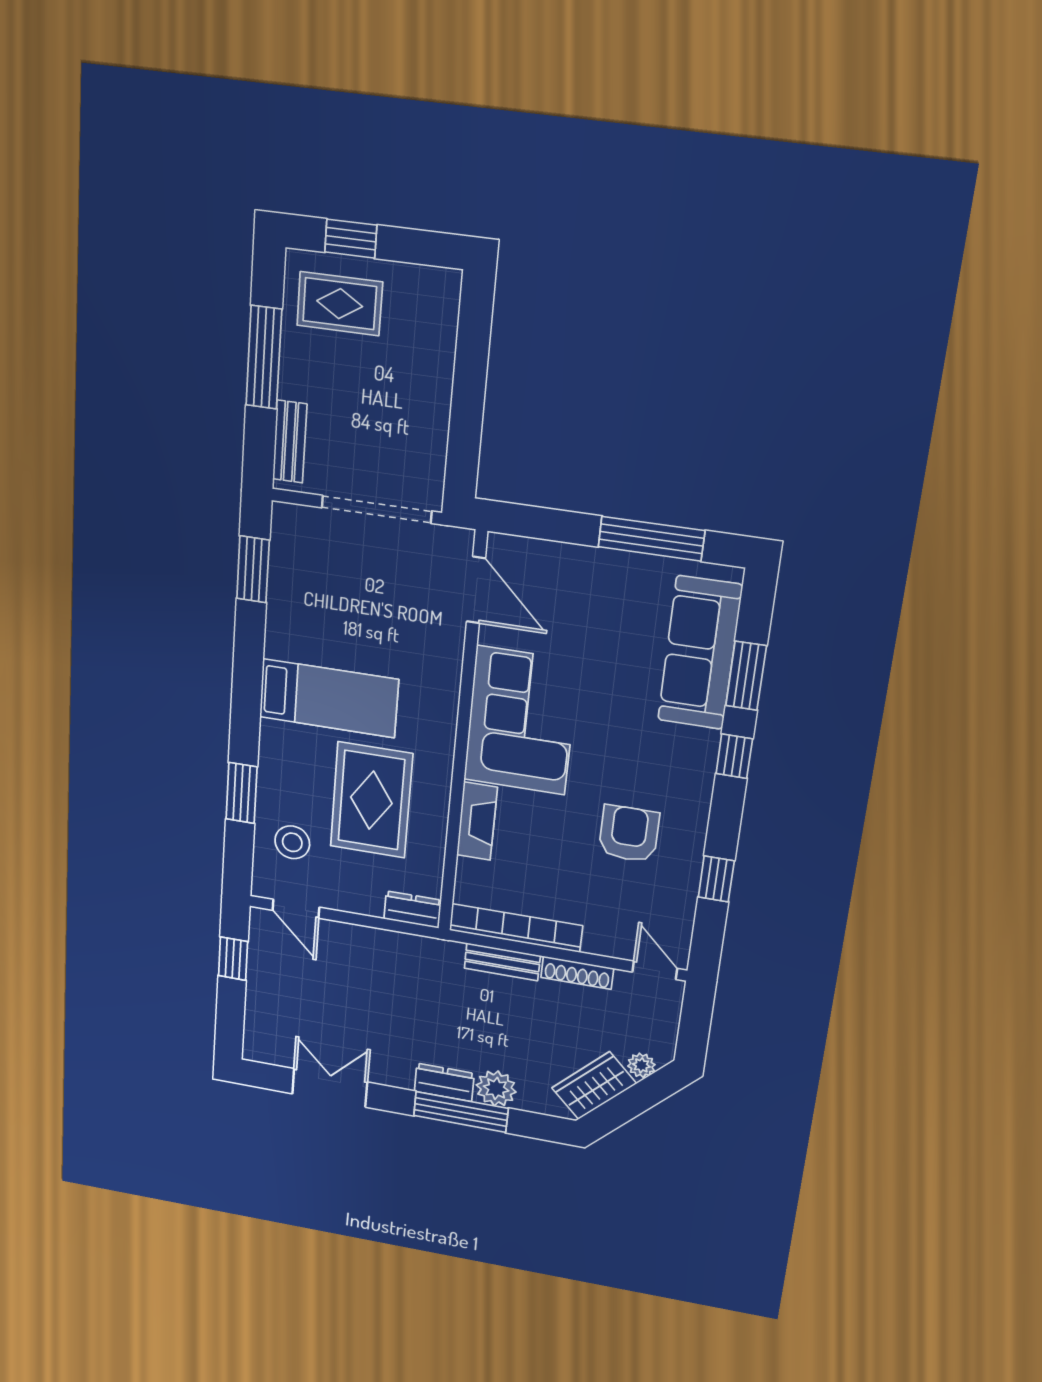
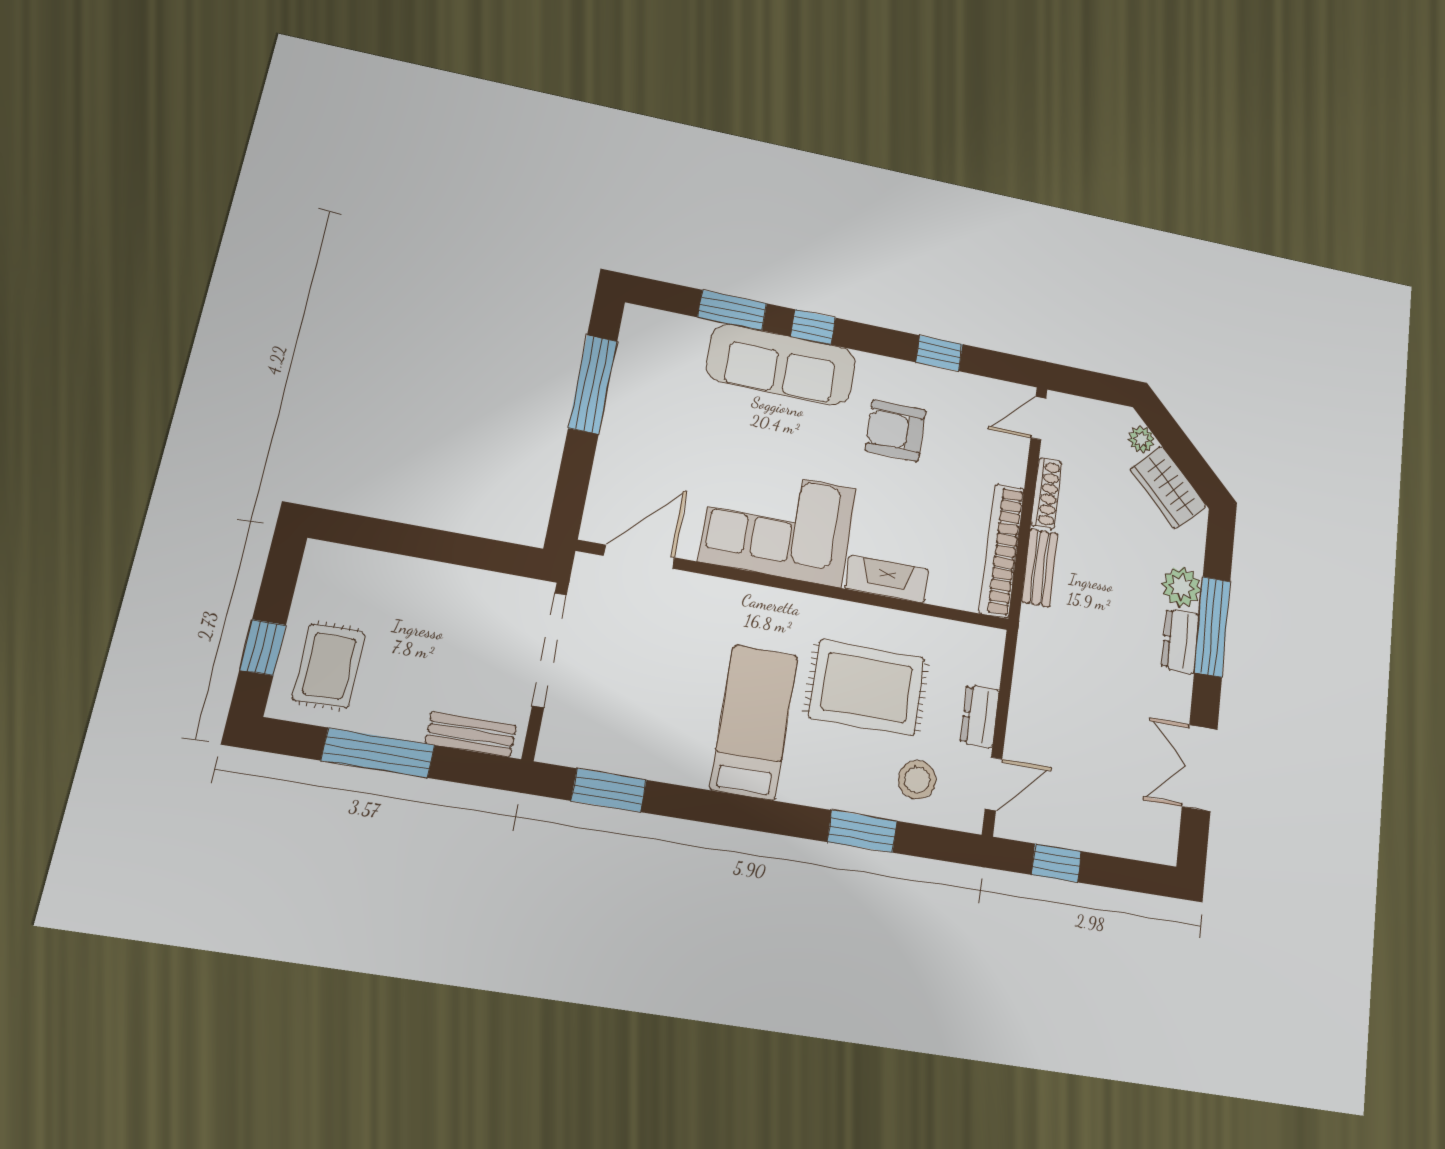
sofa: (700, 653) -> (781, 364), moved
dresser: (413, 910) -> (980, 716), moved

